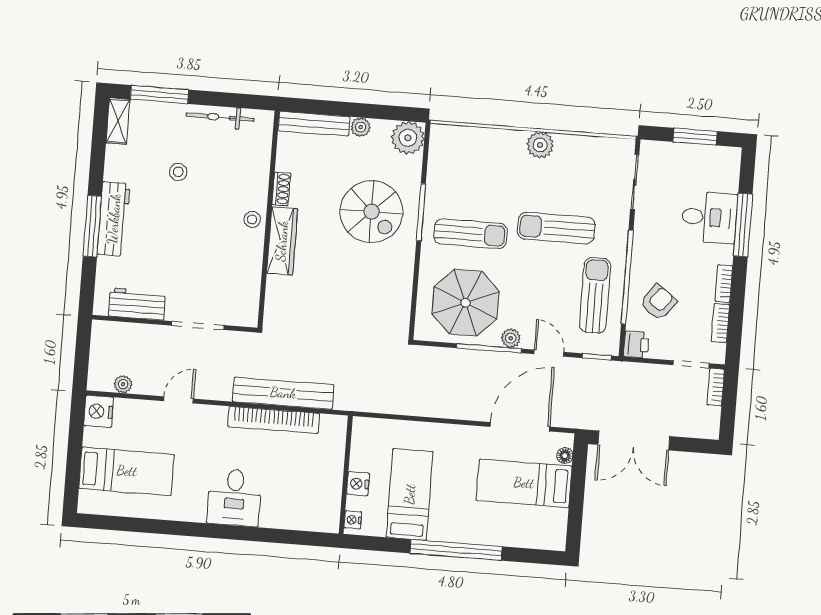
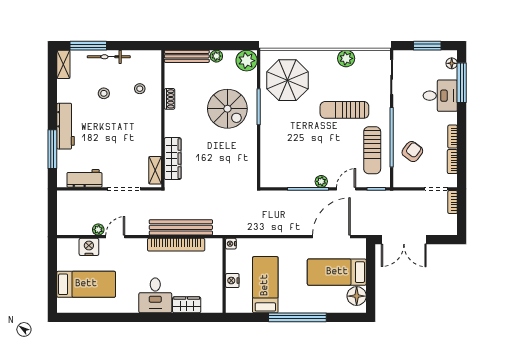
bicycle: (220, 117) -> (109, 57), moved
plant: (540, 145) -> (346, 58), moved
floor lamp: (731, 168) -> (452, 63), added
stool: (252, 219) -> (140, 89), moved
window: (743, 225) -> (462, 83), moved
window: (92, 226) -> (52, 149), moved
sun lounger: (470, 234) -> (291, 118), removed
wardrobe: (282, 241) -> (173, 159), moved
sun lounger: (595, 295) -> (372, 150), turned 180
shelving: (250, 300) -> (155, 170), added
parasol: (466, 303) -> (288, 80), moved
printer: (636, 344) -> (400, 179), removed
door: (549, 353) -> (346, 189), hinge flipped
plant: (123, 384) -> (98, 230), moved
nightstand: (99, 411) -> (89, 247), moved, turned 90
floor lamp: (565, 456) -> (357, 296), moved, width x1.89, depth x1.89
wardrobe: (283, 516) -> (187, 305), added
nightstand: (353, 520) -> (231, 244), moved

